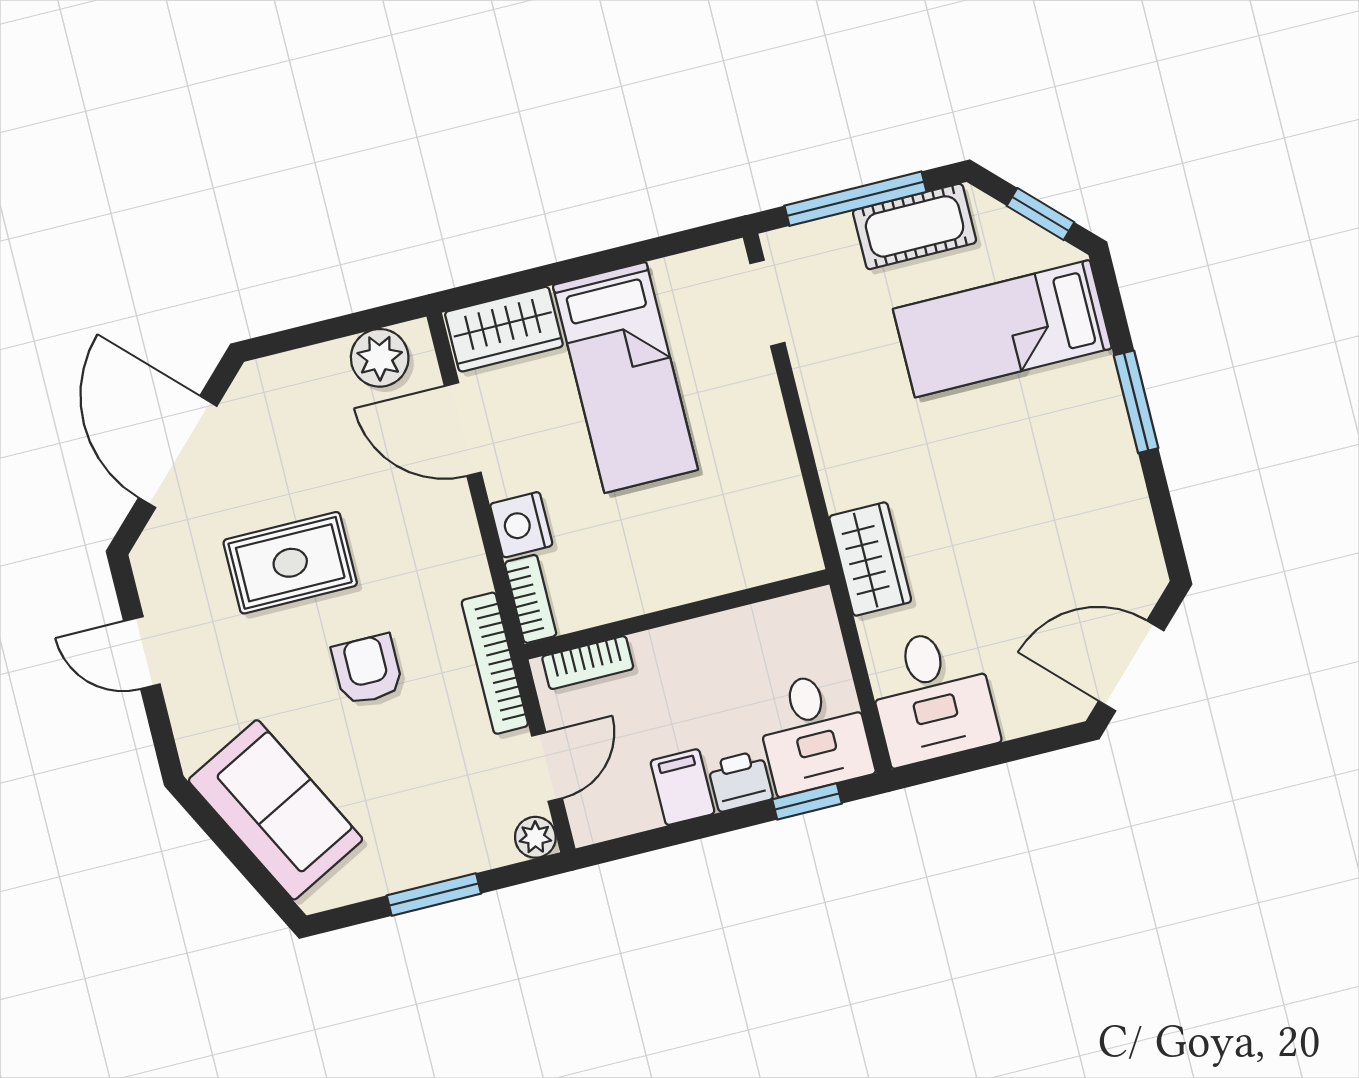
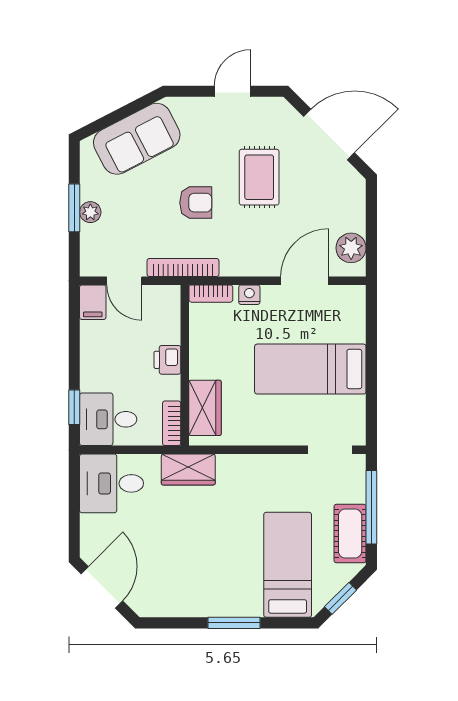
wardrobe: (504, 329) -> (205, 408), moved, turned 180
nightstand: (521, 525) -> (249, 295), width x0.72, depth x0.74
bookcase: (588, 663) -> (172, 423), moved
printer: (740, 781) -> (167, 360), moved, turned 180
filing cabinet: (682, 787) -> (93, 302), moved, turned 90
plant: (535, 837) -> (90, 212), moved

